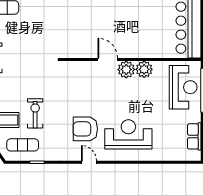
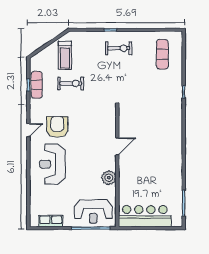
plant: (126, 69) -> (109, 162), removed
reception desk: (128, 134) -> (53, 164), turned 180
exercise mat: (23, 145) -> (37, 85), moved

